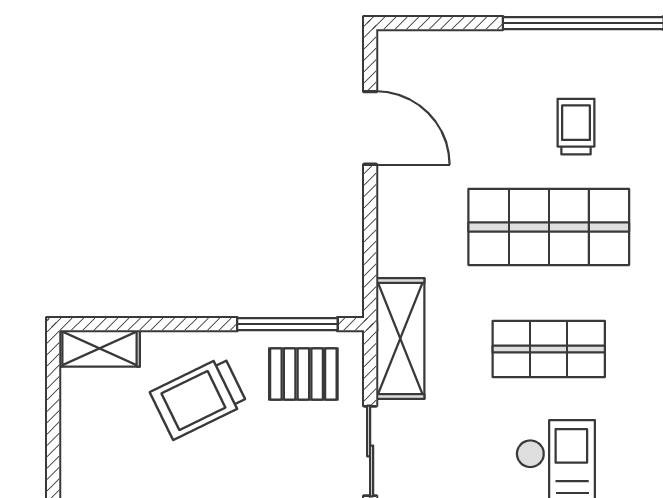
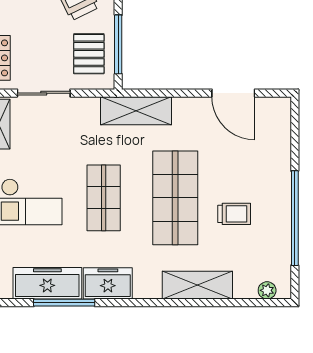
door: (370, 128) -> (233, 93), hinge flipped
shelving: (400, 338) -> (136, 111), moved

